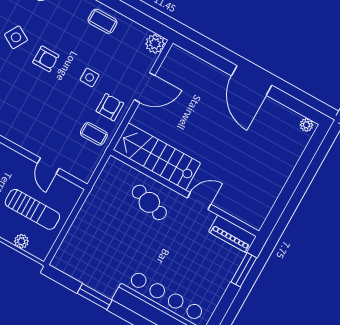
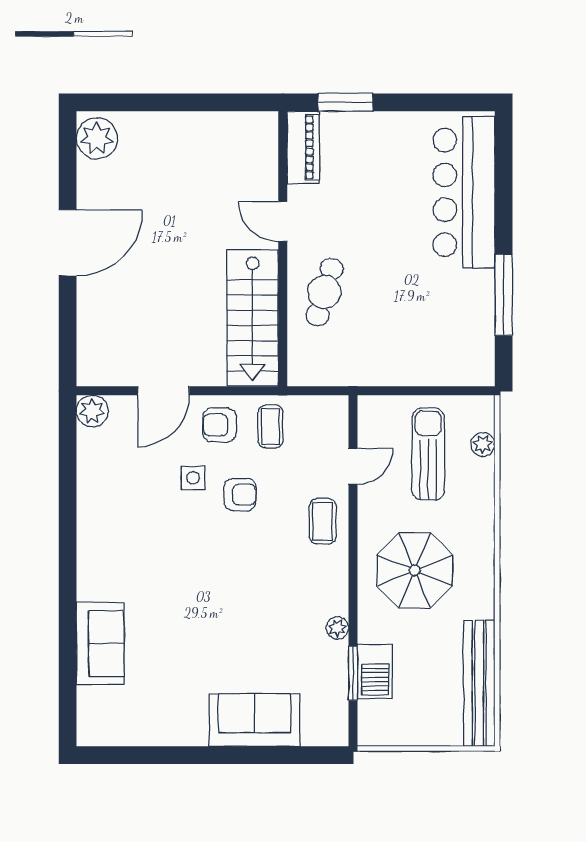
coffee table: (102, 21) -> (323, 521), moved
side table: (16, 37) -> (195, 616), removed
armchair: (46, 59) -> (240, 495), moved, turned 90
door: (145, 88) -> (163, 391), swing flipped
plant: (306, 125) -> (97, 138), width x1.88, depth x1.88
window: (95, 297) -> (504, 295), width x1.44

